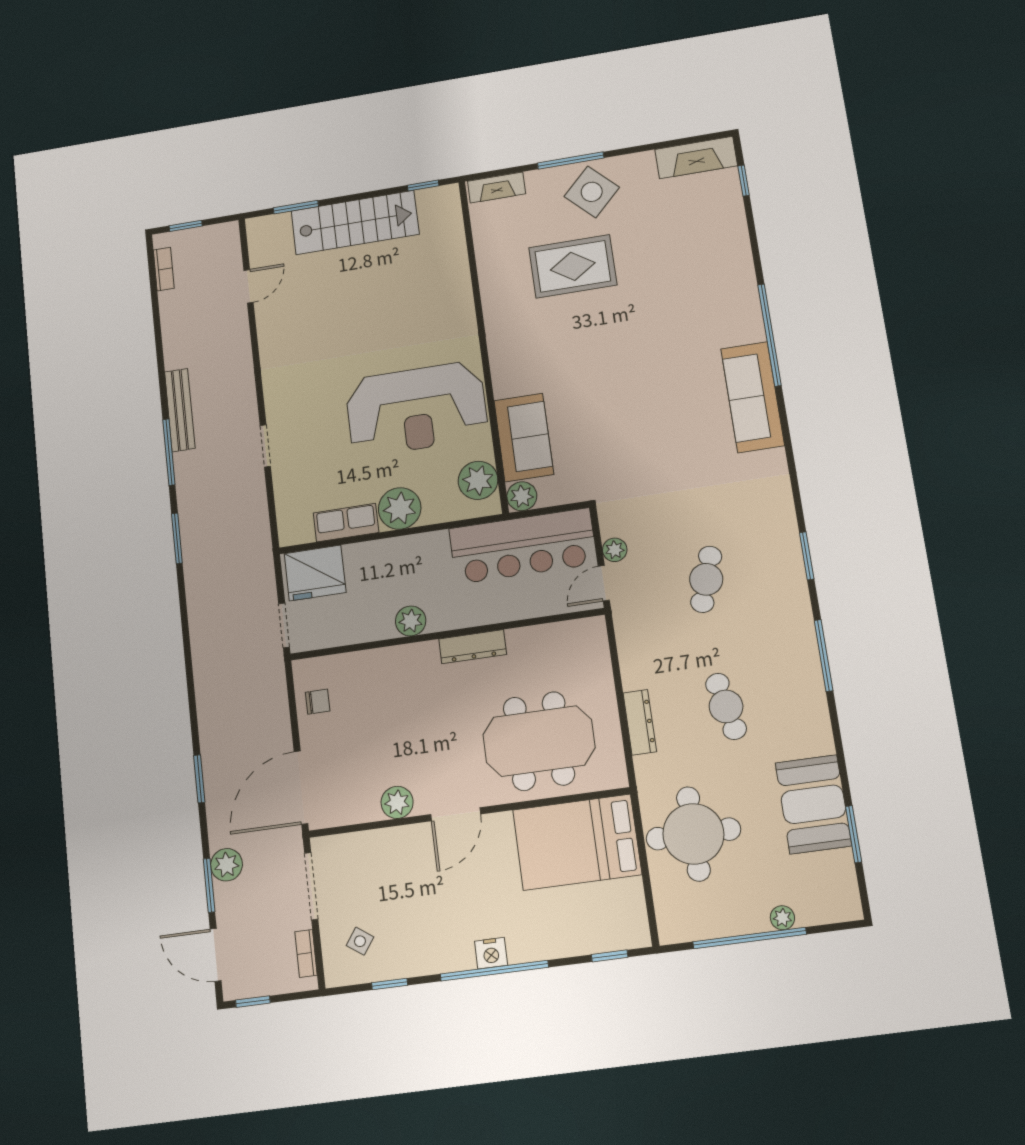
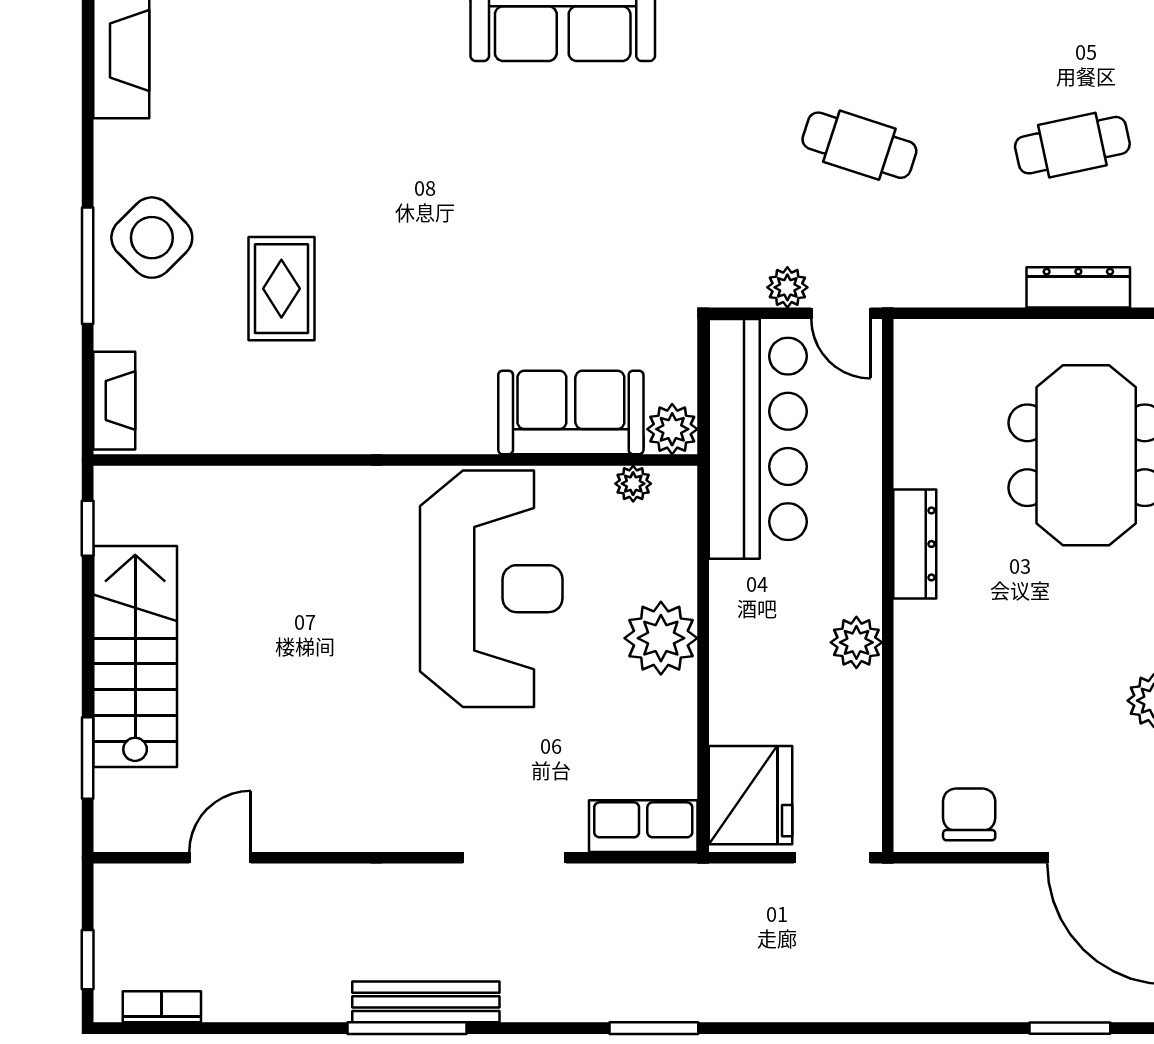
rug: (573, 266) -> (281, 289), width x0.73, depth x0.70
door: (249, 286) -> (220, 858), hinge flipped
doorway: (265, 446) -> (514, 858), width x1.38
window: (169, 452) -> (407, 1028), moved
plant: (478, 480) -> (633, 484), width x0.53, depth x0.53
row of seats: (346, 523) -> (643, 826), moved, turned 90
chair: (318, 702) -> (969, 814), width x1.37, depth x1.37

